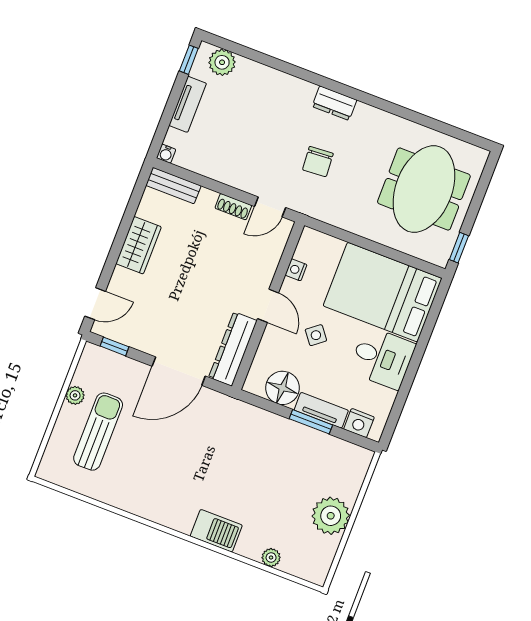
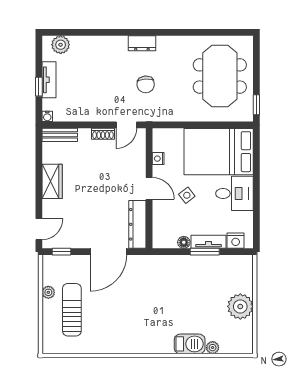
window: (189, 60) -> (39, 87), moved
floor lamp: (282, 388) -> (184, 242), width x0.53, depth x0.53
barbecue: (216, 531) -> (190, 344), moved

